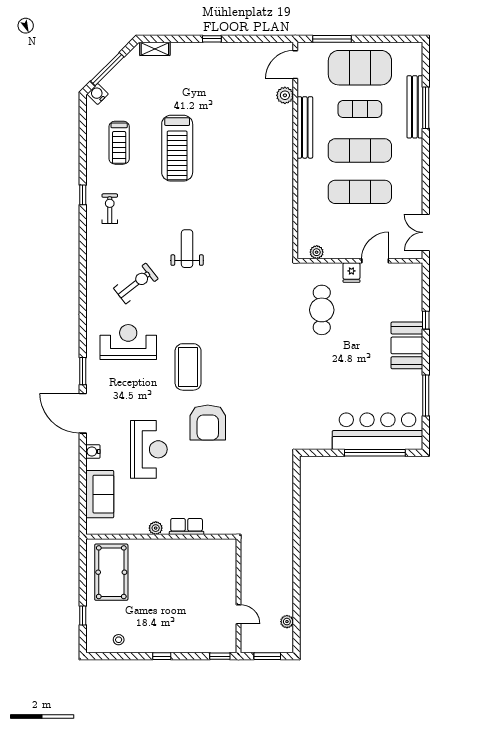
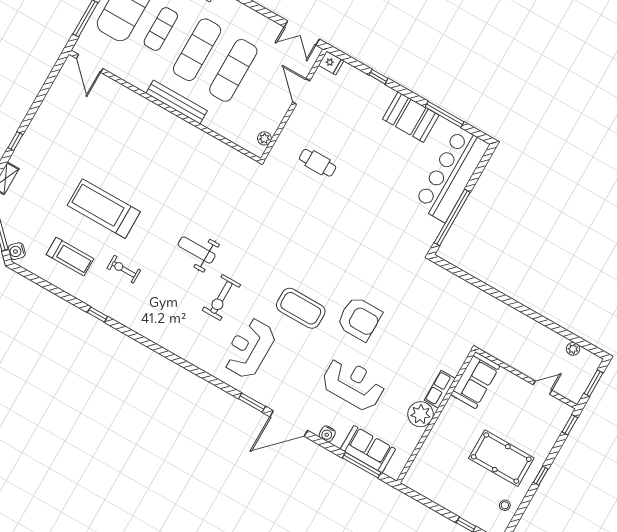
window: (212, 39) -> (15, 141), moved
plant: (285, 95) -> (111, 88), removed
bench: (305, 127) -> (177, 102), moved
treadmill: (177, 148) -> (104, 209), turned 180
exercise bike: (110, 209) -> (124, 269), moved
fridge: (351, 273) -> (331, 63), moved
exercise bike: (136, 283) -> (221, 297), moved, turned -142
cafe table: (322, 310) -> (318, 163), width x0.73, depth x0.74
booth: (407, 345) -> (411, 117), moved
window: (375, 453) -> (452, 217), moved
window: (83, 497) -> (362, 465), added
plant: (156, 528) -> (421, 414), width x1.88, depth x1.88
sofa: (212, 553) -> (475, 380), added
pool table: (111, 572) -> (501, 458), moved

